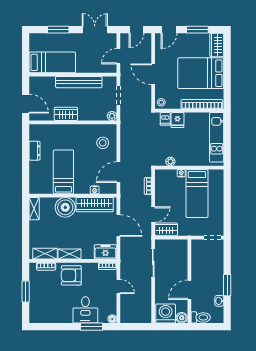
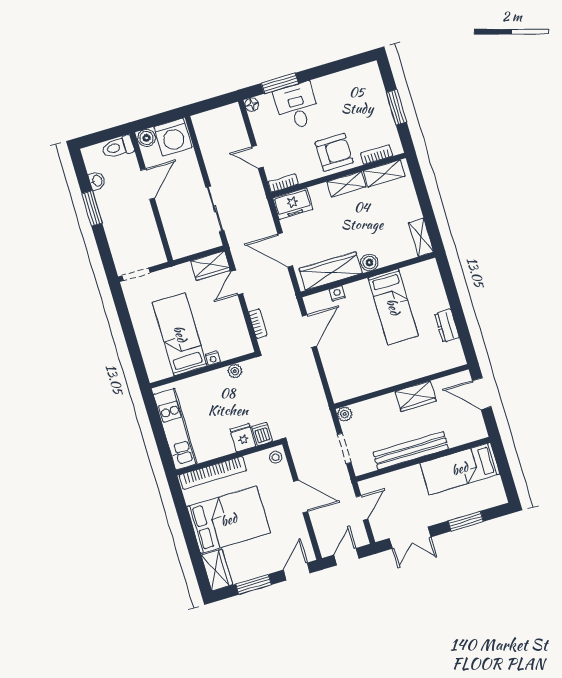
stool: (103, 143) -> (346, 369), removed
boiler: (65, 207) -> (369, 262), width x0.54, depth x0.54

